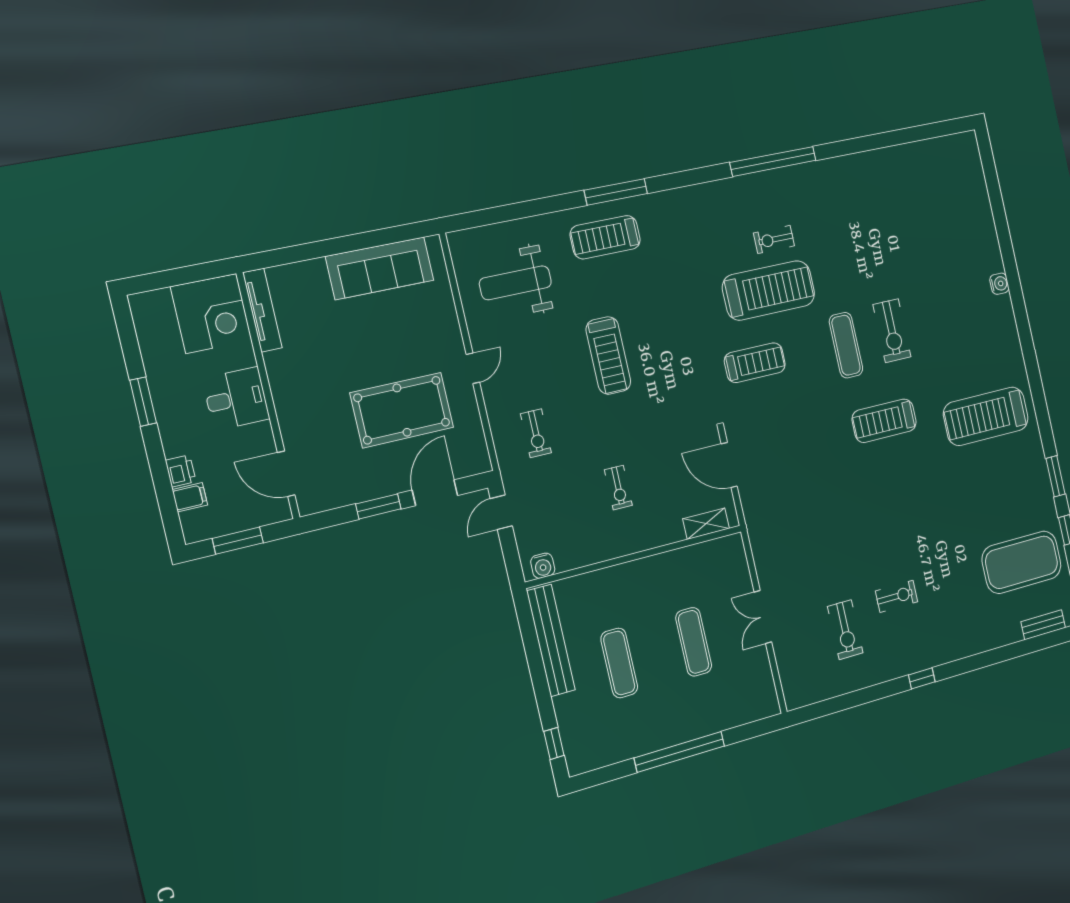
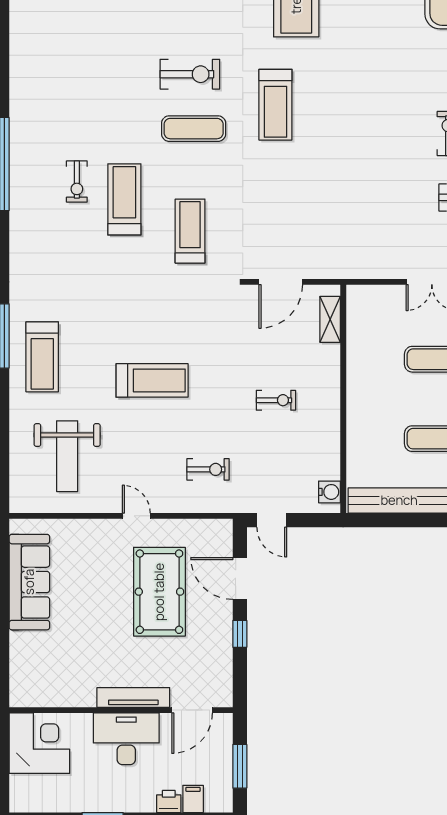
treadmill: (769, 290) -> (124, 199), width x0.73, depth x0.73
tv unit: (262, 310) -> (133, 697), moved
desk: (236, 399) -> (126, 739), width x1.37
window: (378, 506) -> (240, 634), width x0.67

